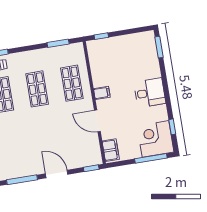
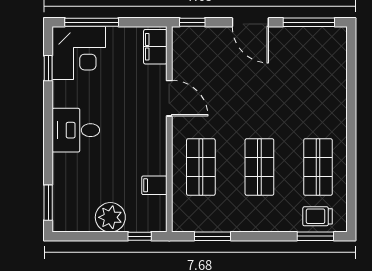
plant: (121, 44) -> (110, 217), added
filing cabinet: (102, 93) -> (154, 185), moved

